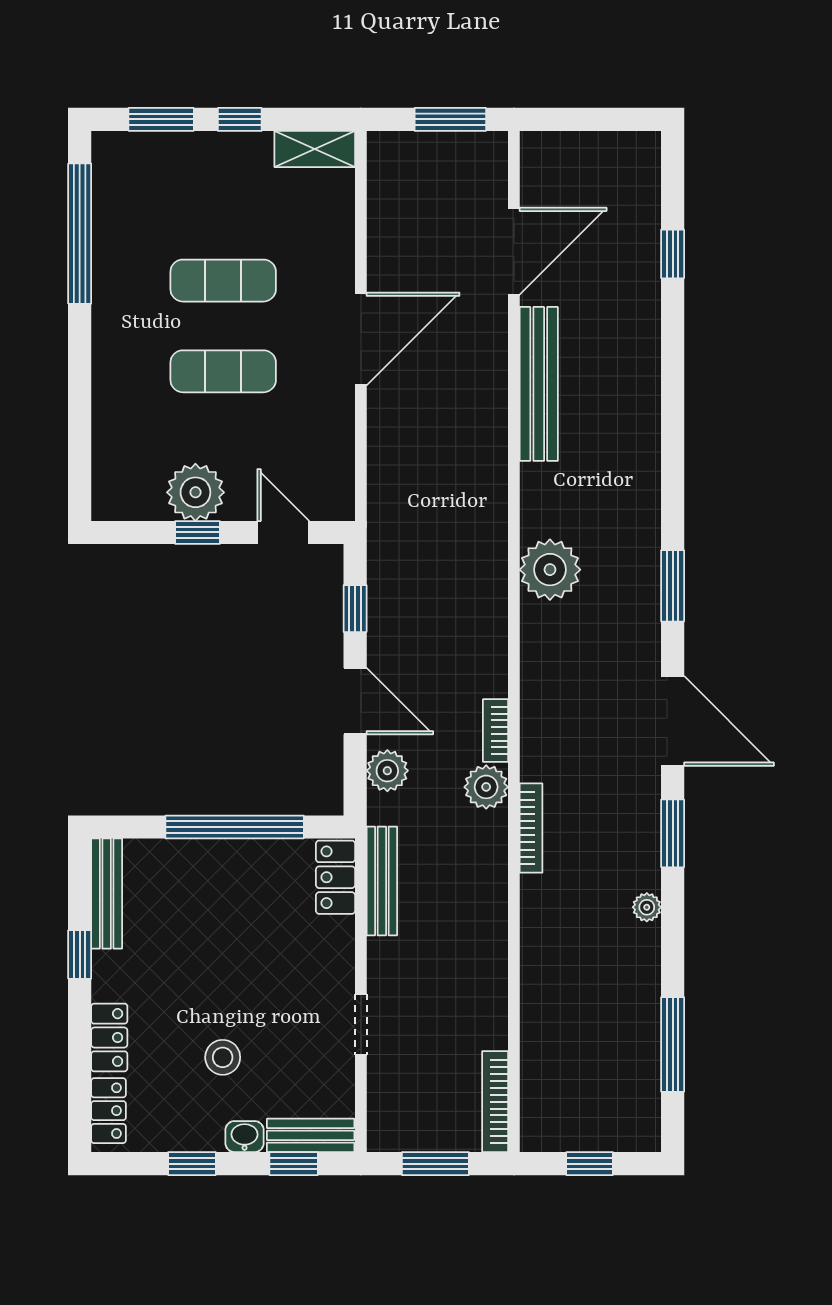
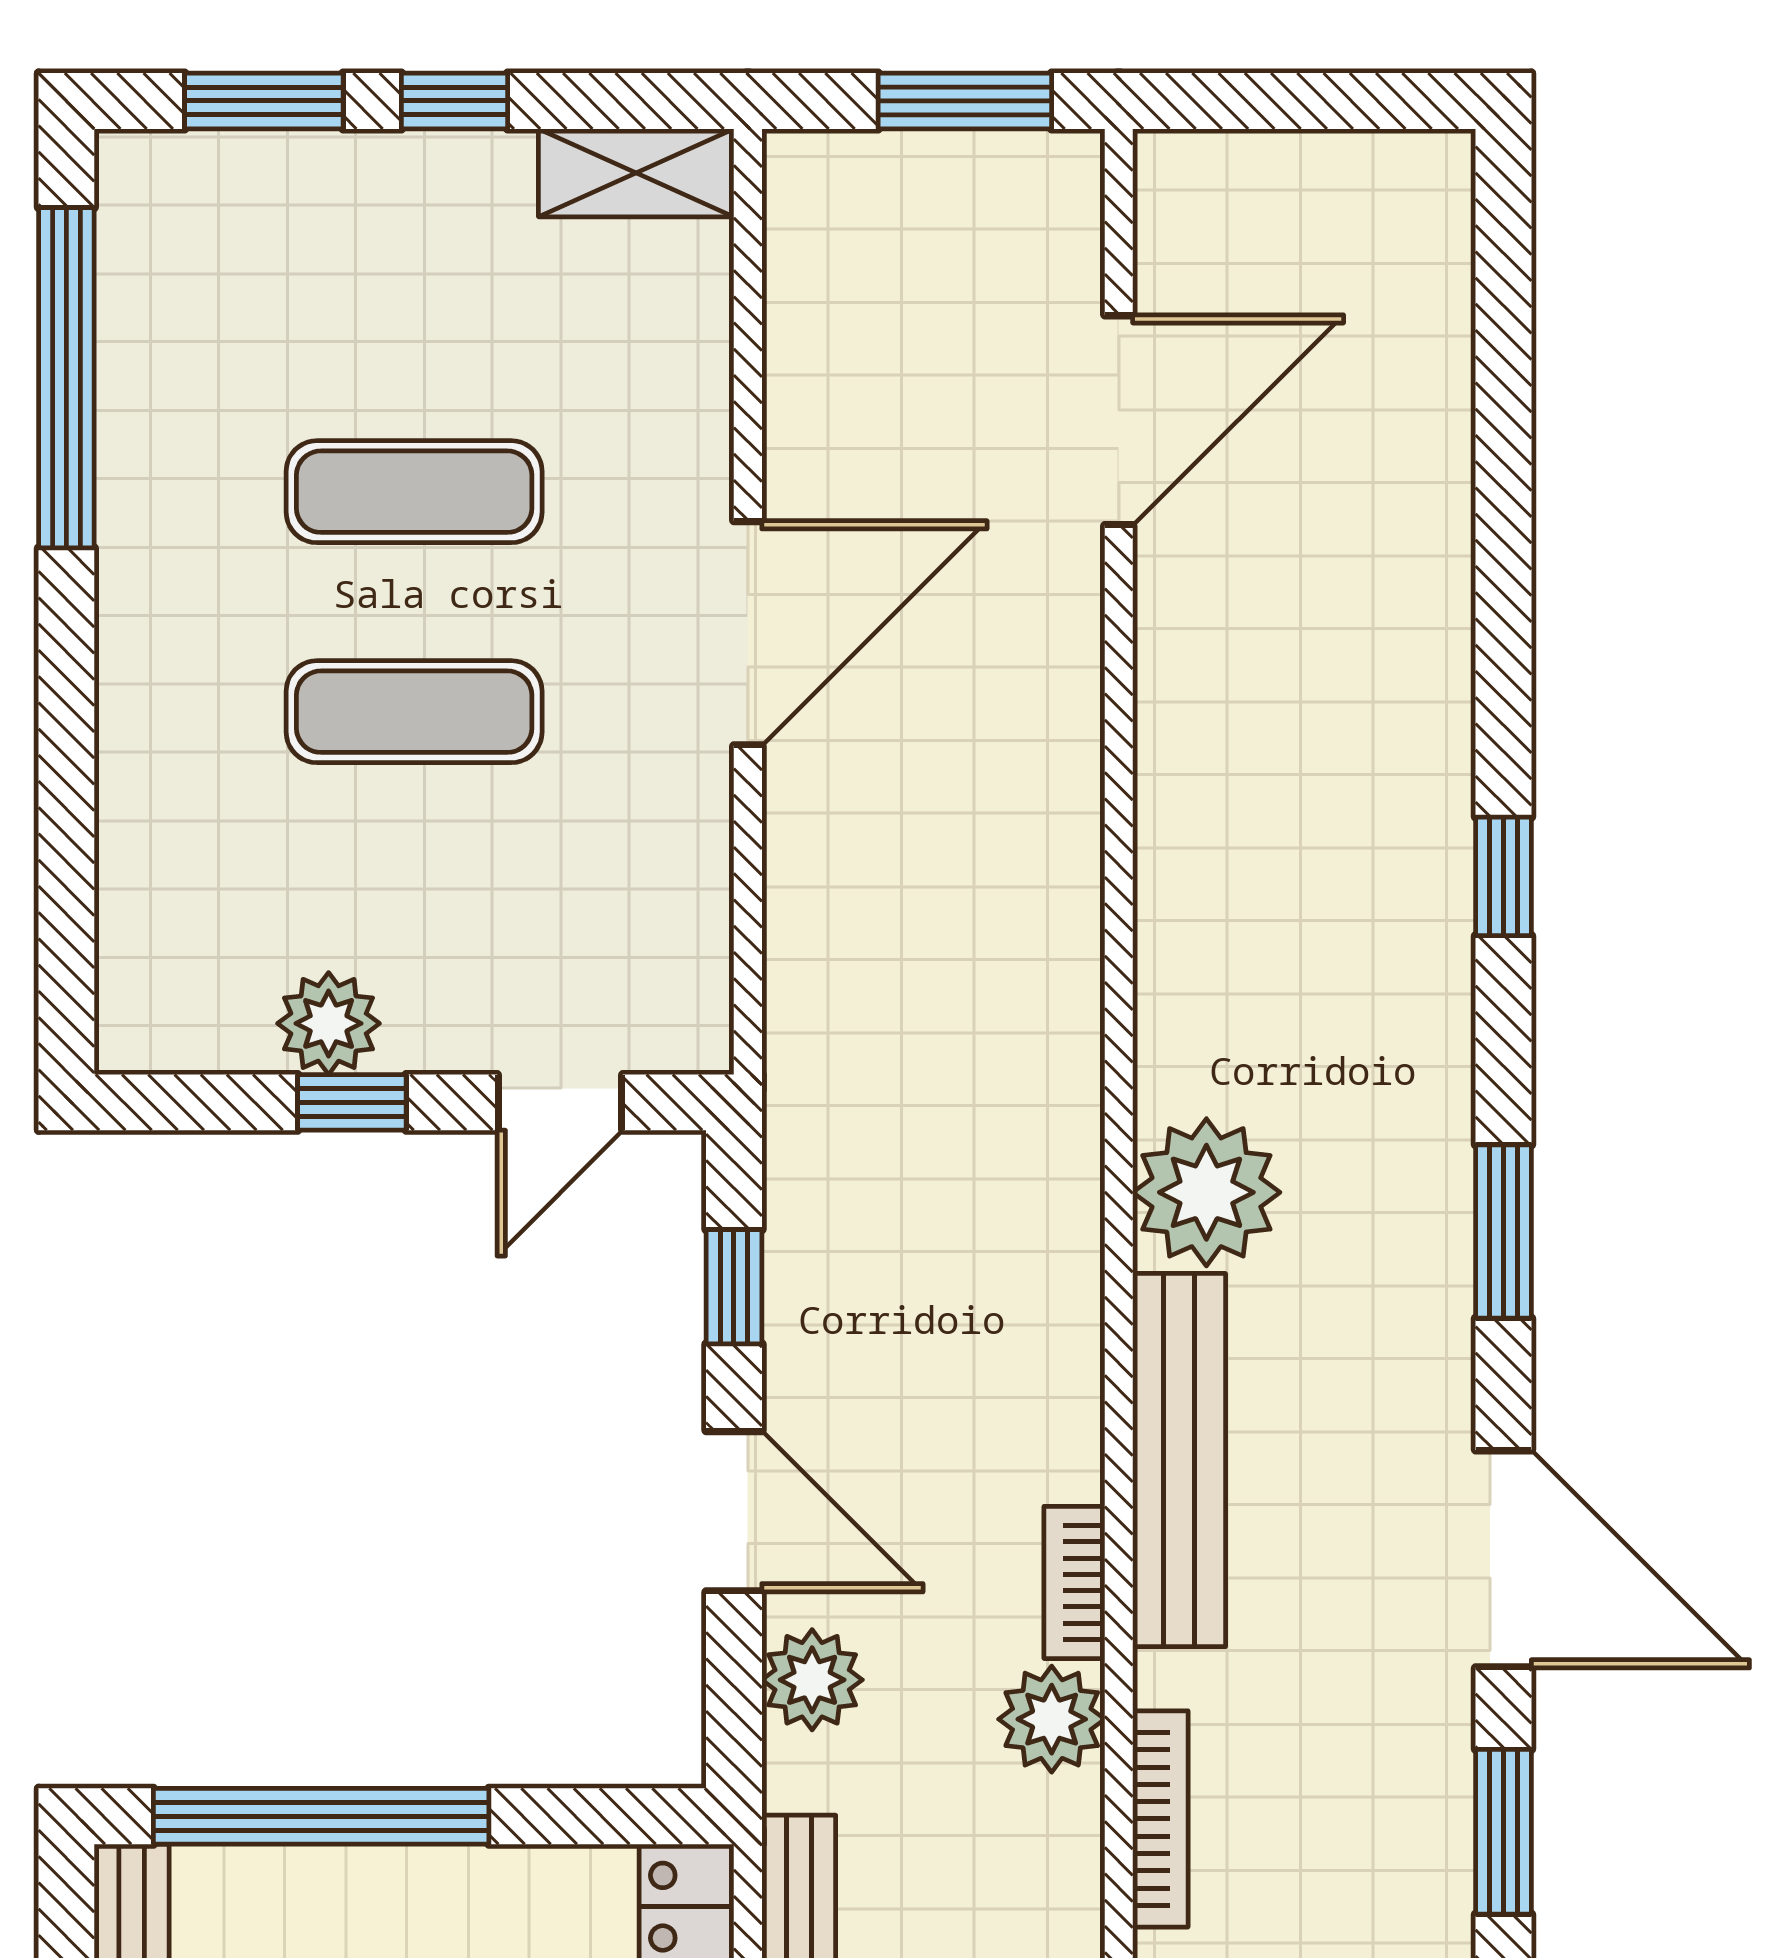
window: (673, 254) -> (1504, 876), moved
bench: (539, 384) -> (1179, 1460), moved
plant: (195, 492) -> (329, 1023), width x0.73, depth x0.73
door: (283, 532) -> (560, 1102), swing flipped
window: (235, 827) -> (321, 1816), moved

